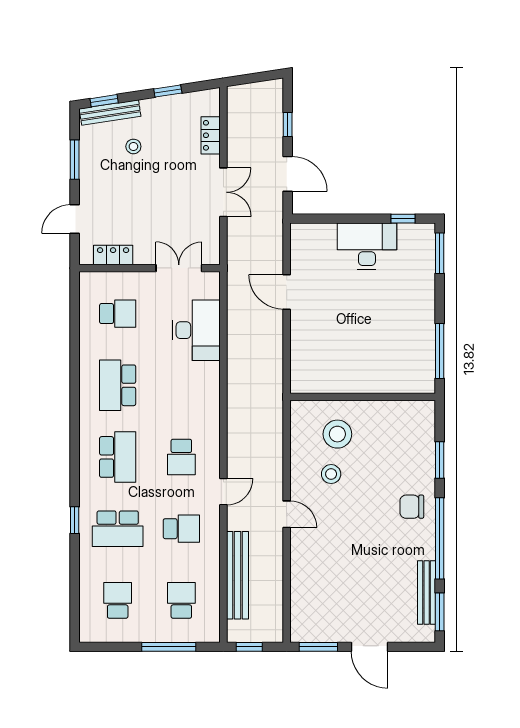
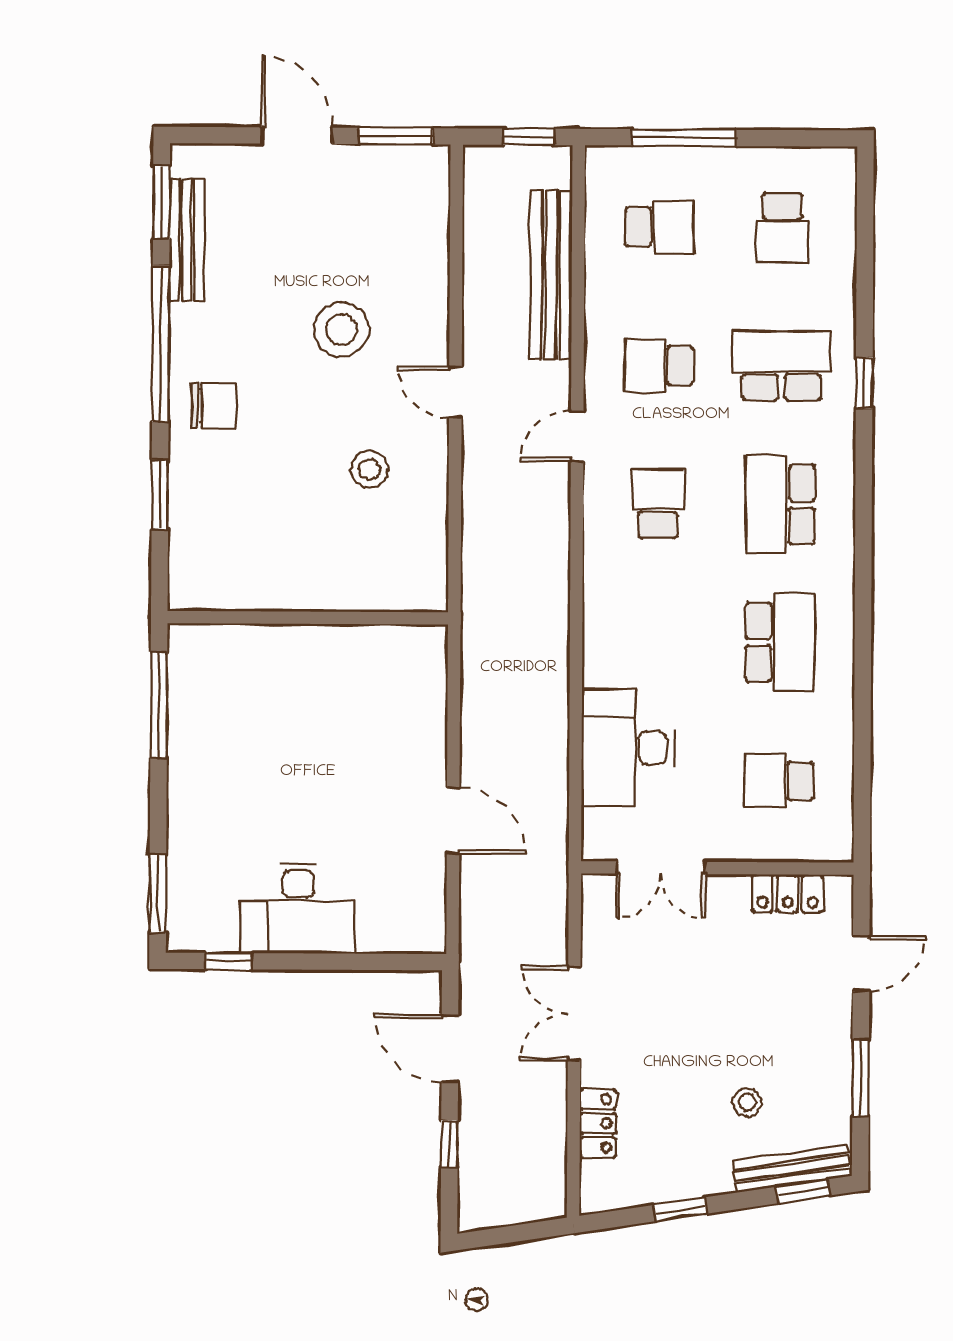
stool: (337, 434) -> (341, 330), moved
school desk: (181, 600) -> (659, 227), turned -90

